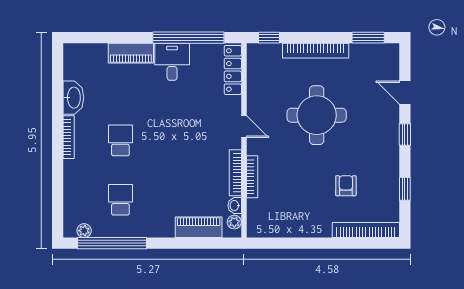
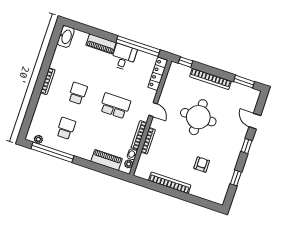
washbasin: (73, 98) -> (66, 37), moved
school desk: (184, 140) -> (115, 106), added
bookcase: (366, 230) -> (170, 183), moved

